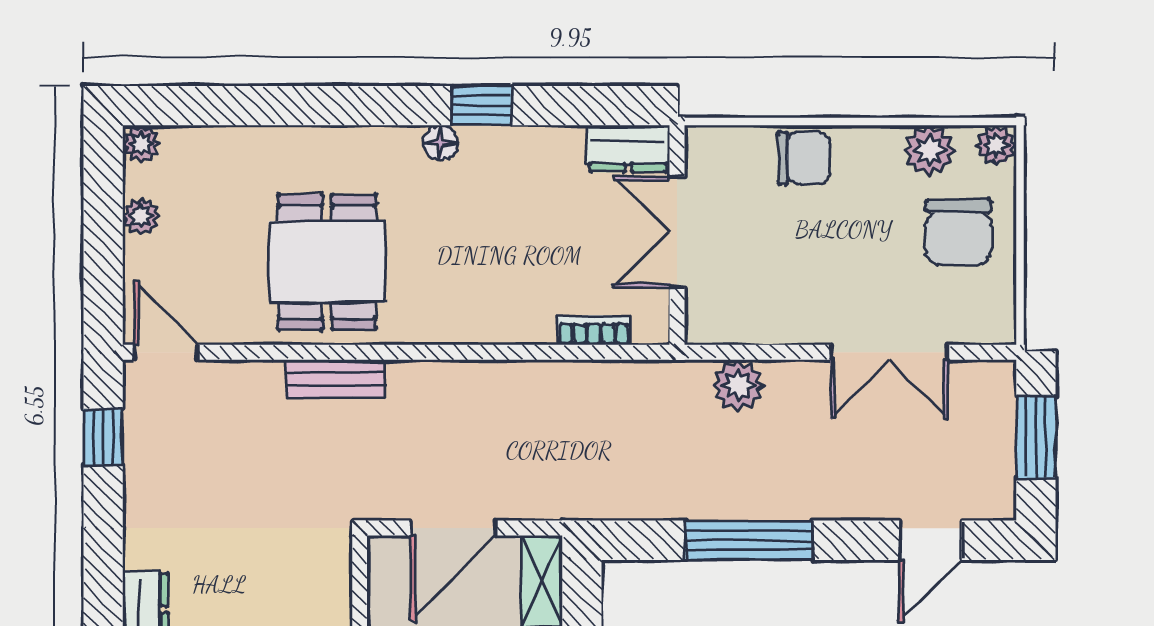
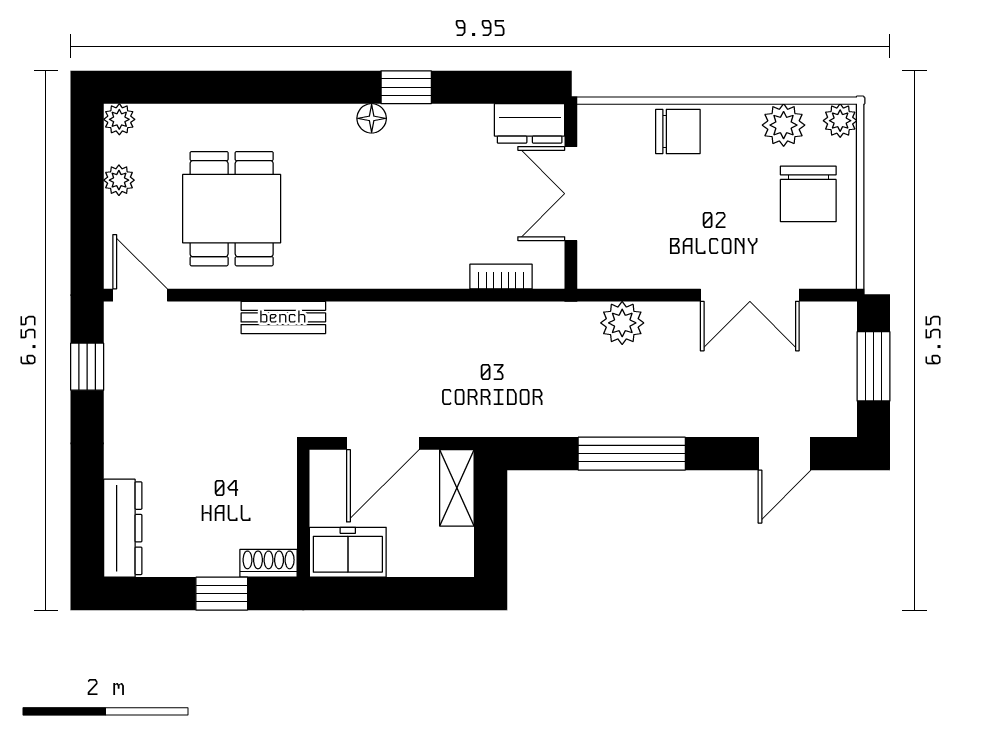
dining table: (327, 262) -> (232, 209), moved

